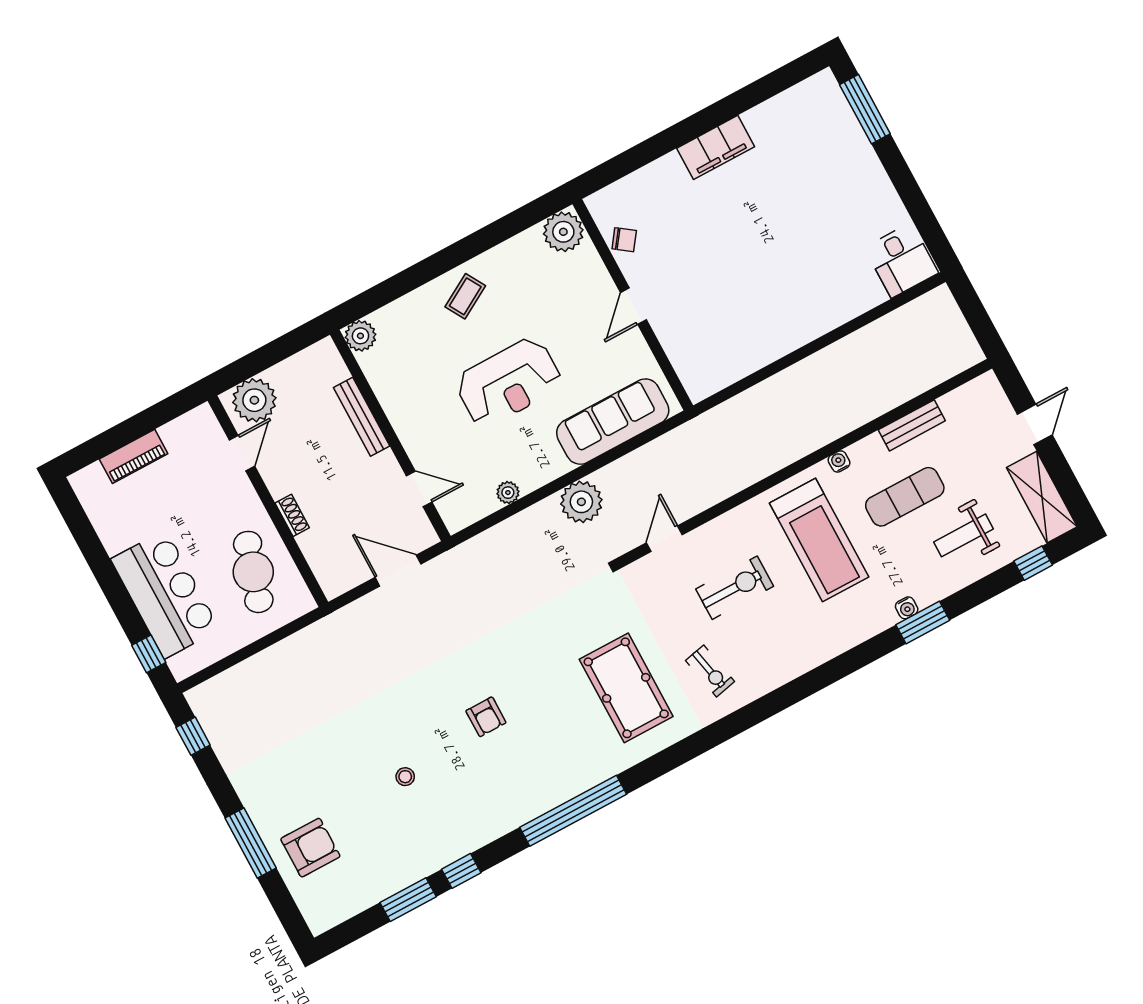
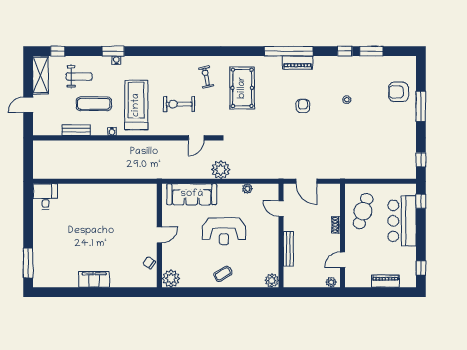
reception desk: (509, 382) -> (224, 231), turned 180
plant: (254, 400) -> (331, 282), width x0.53, depth x0.53
window: (77, 521) -> (421, 268), added
piano: (543, 797) -> (298, 63), added

